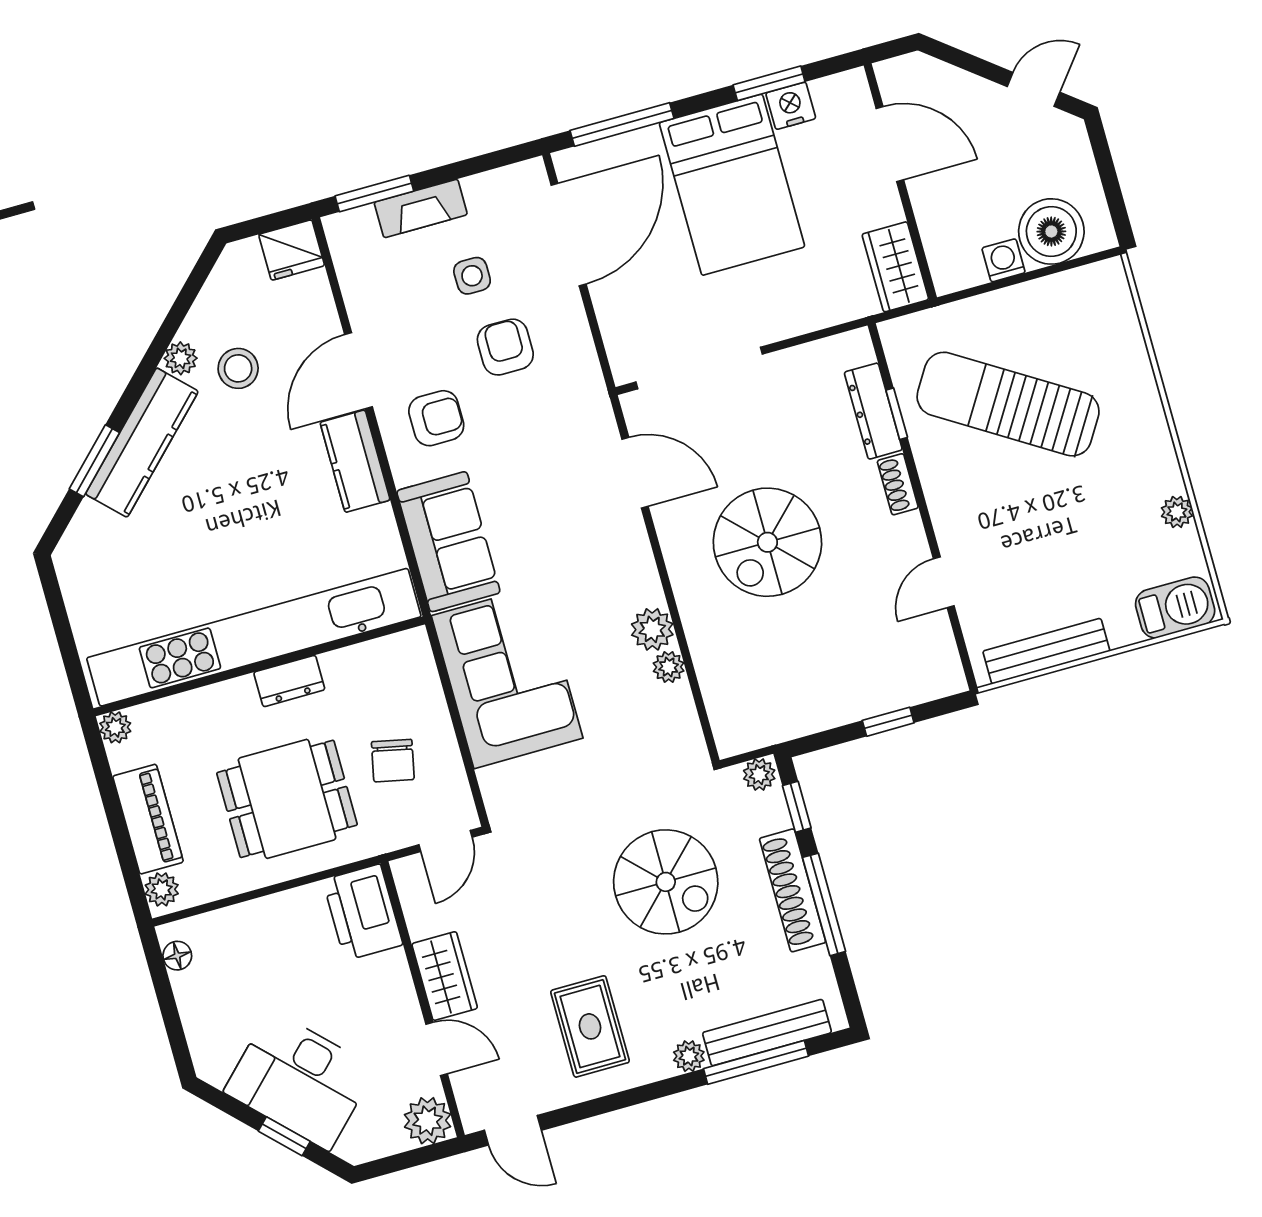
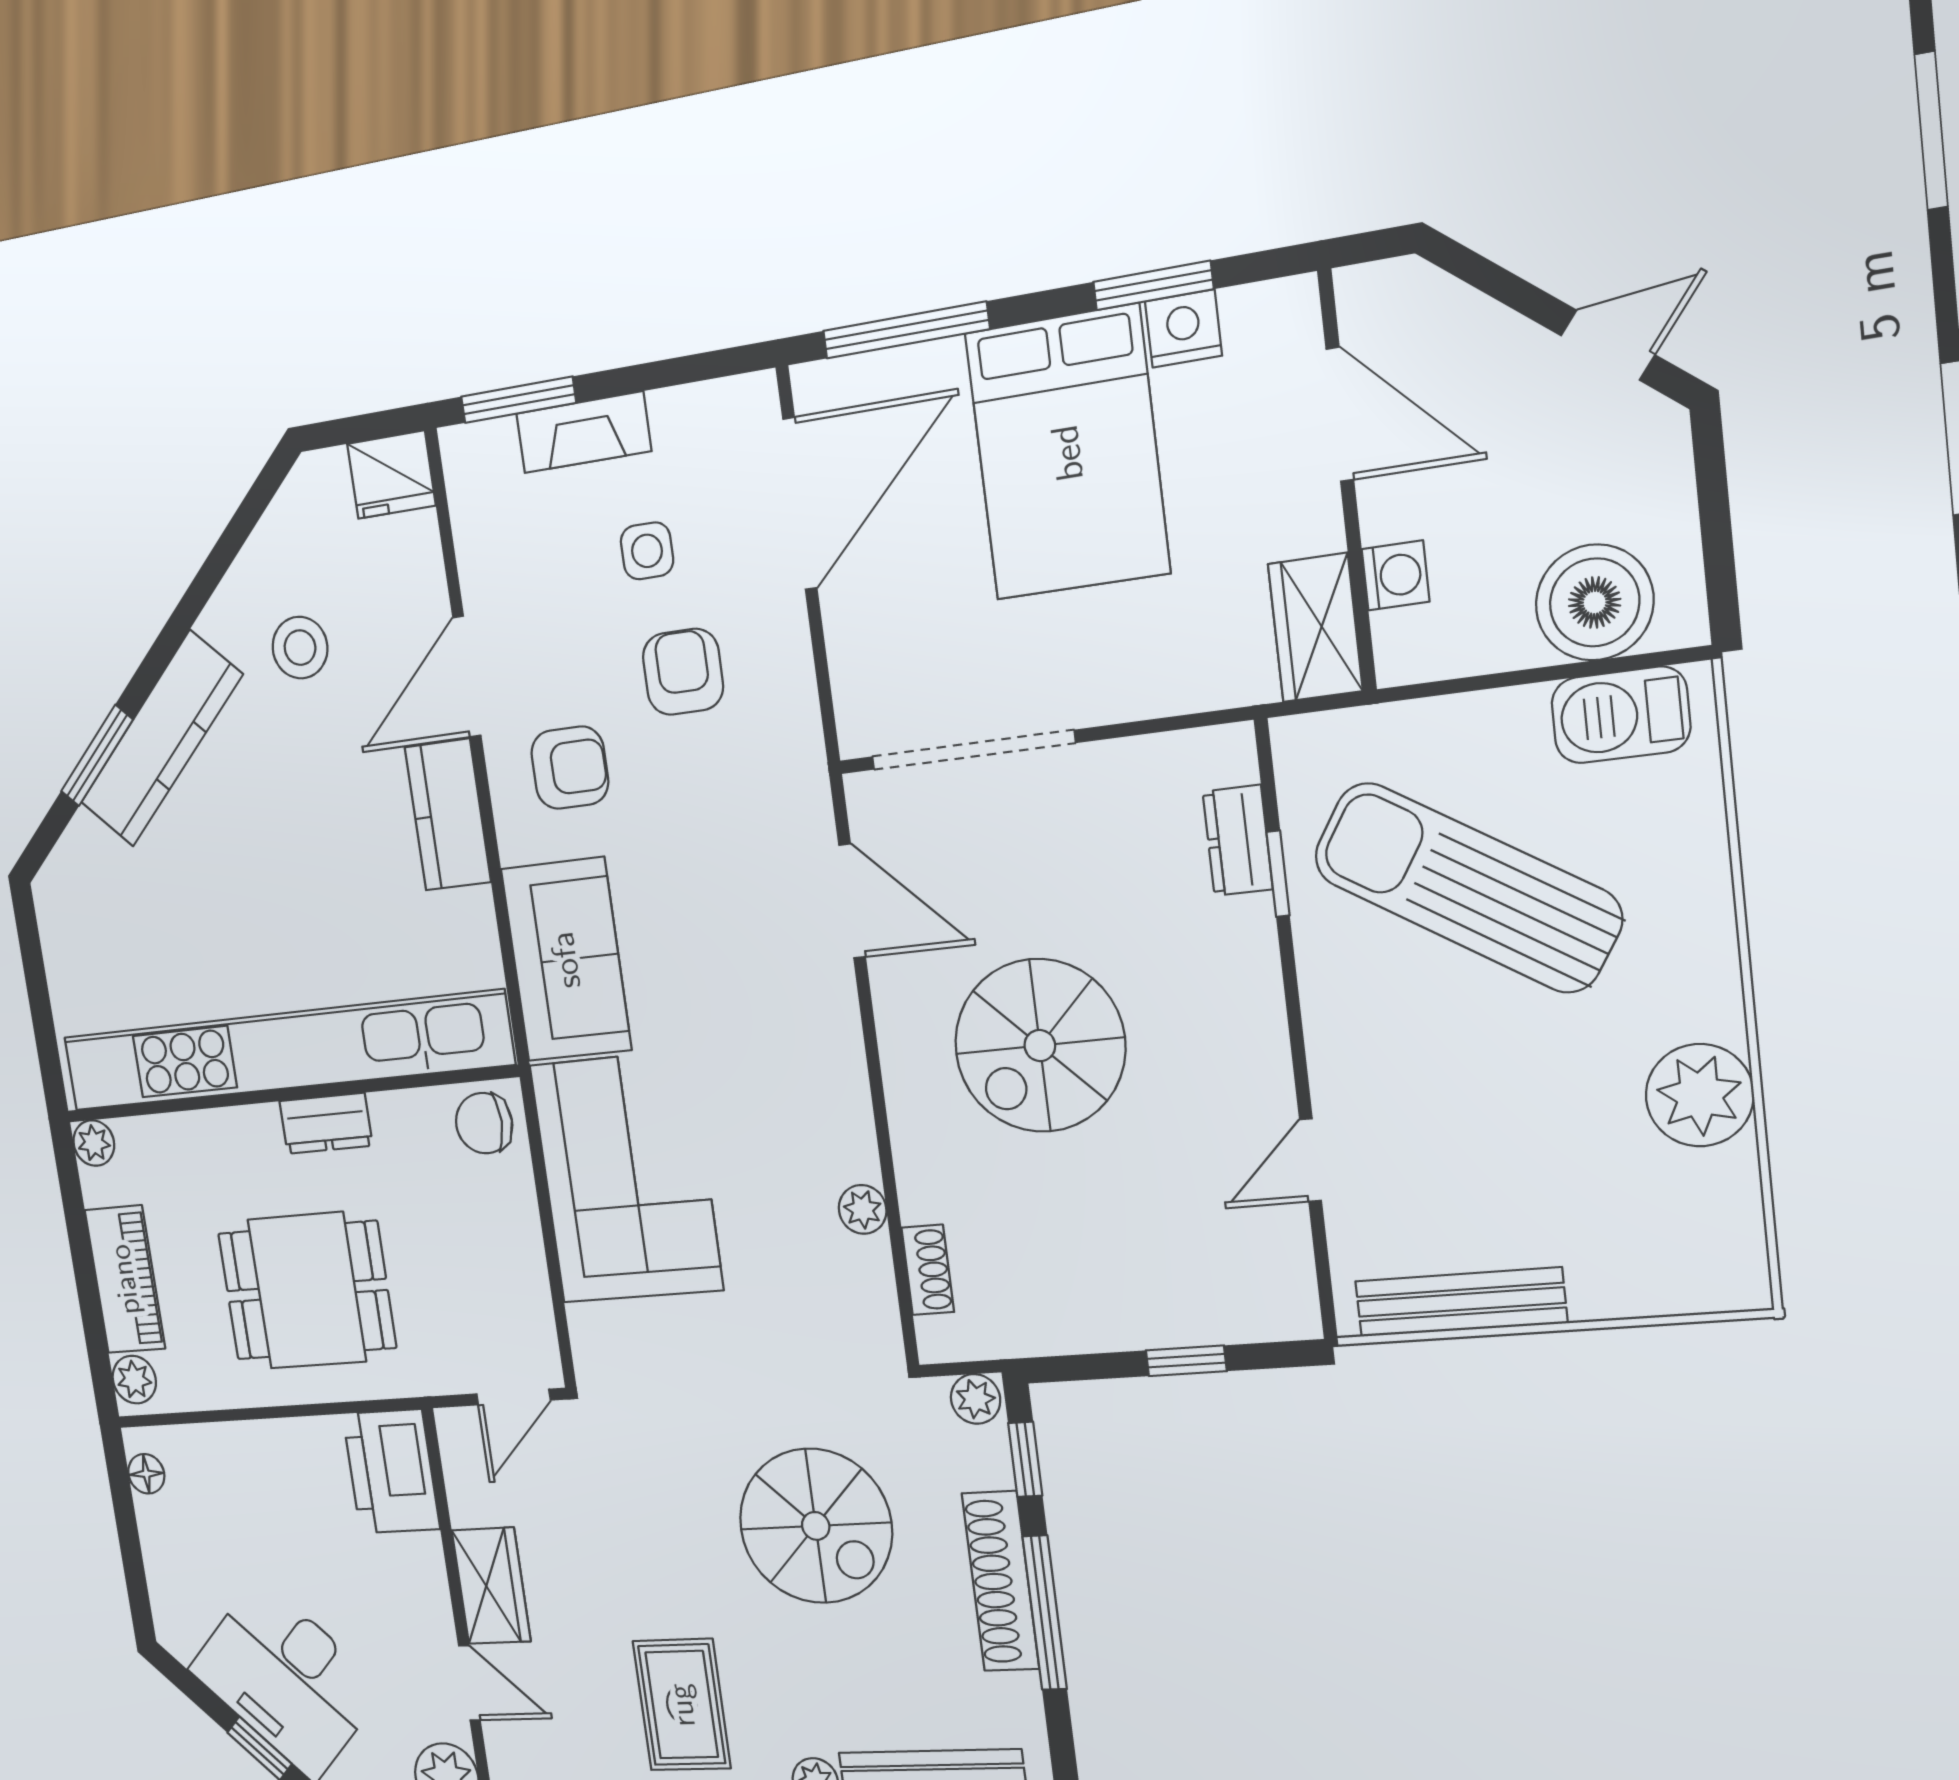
washing machine: (1004, 260) -> (1396, 575), moved, turned 90
plant: (181, 358) -> (223, 620), removed
dresser: (873, 411) -> (1238, 840), width x0.70
shoe rack: (898, 484) -> (928, 1270), moved, turned 180
plant: (1177, 512) -> (1700, 1095), width x1.88, depth x1.88
barbecue: (1175, 607) -> (1621, 715), moved, turned 180
plant: (652, 629) -> (846, 1148), removed
chair: (393, 761) -> (484, 1123), moved, turned 78

